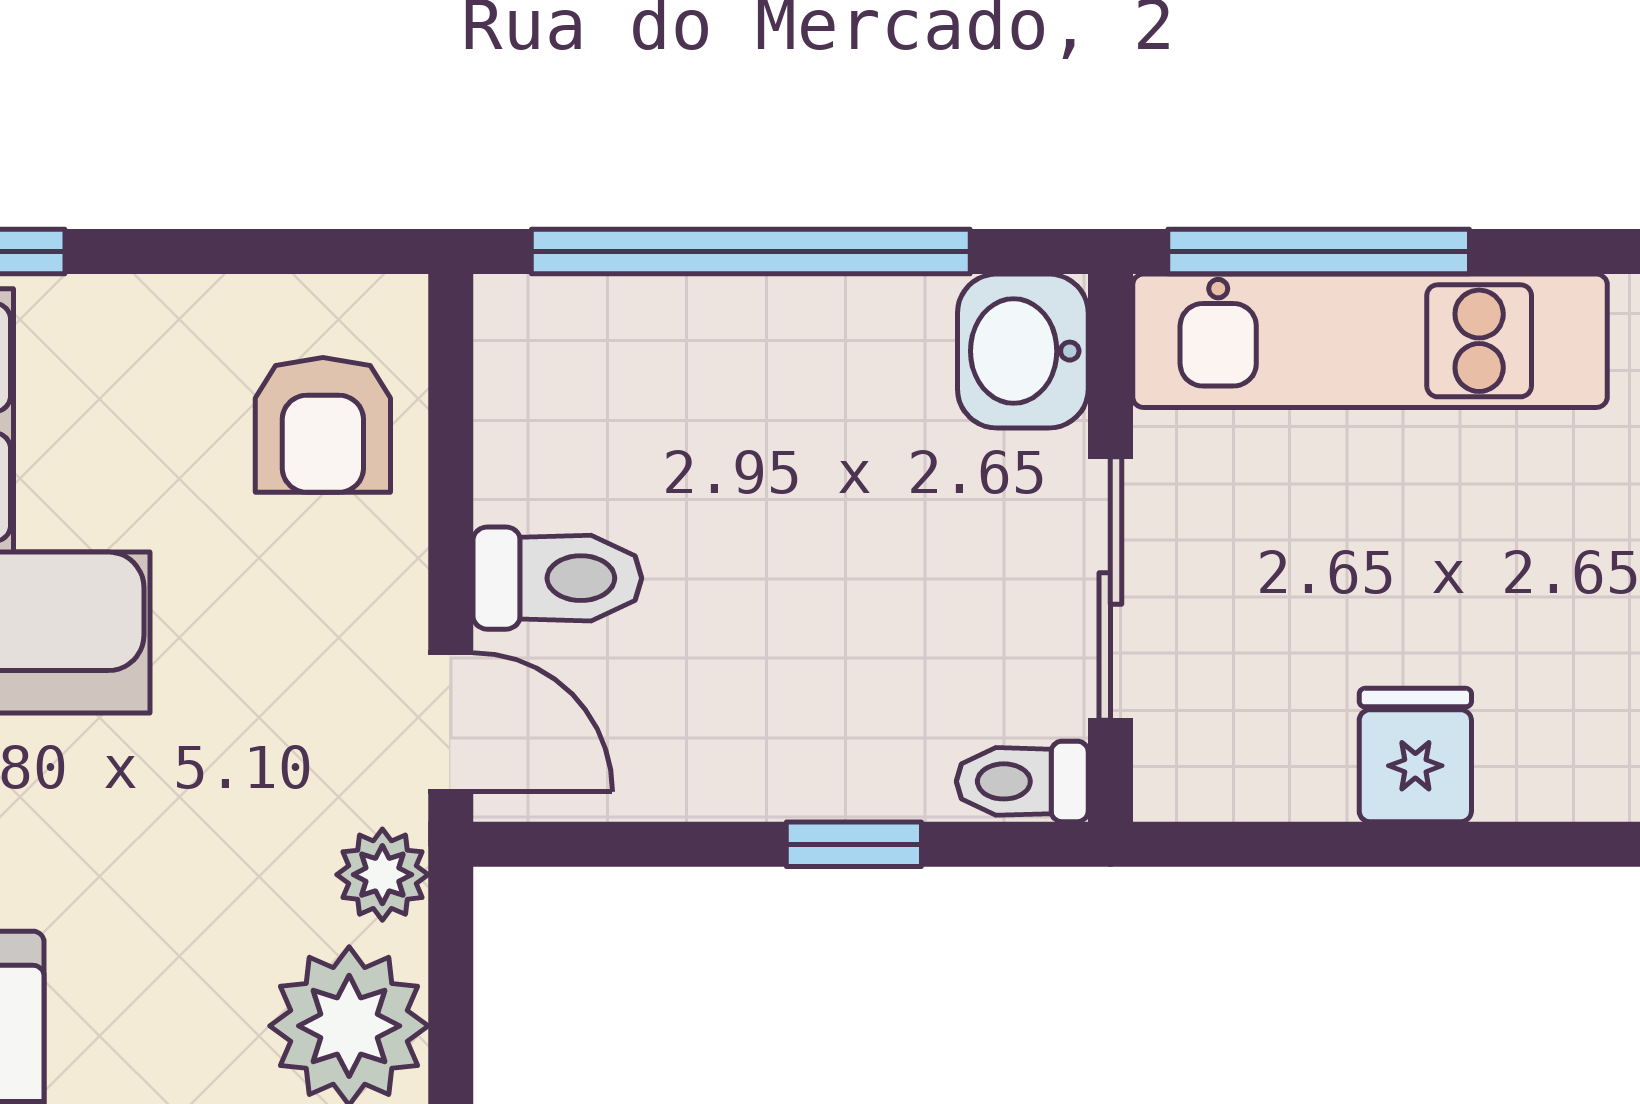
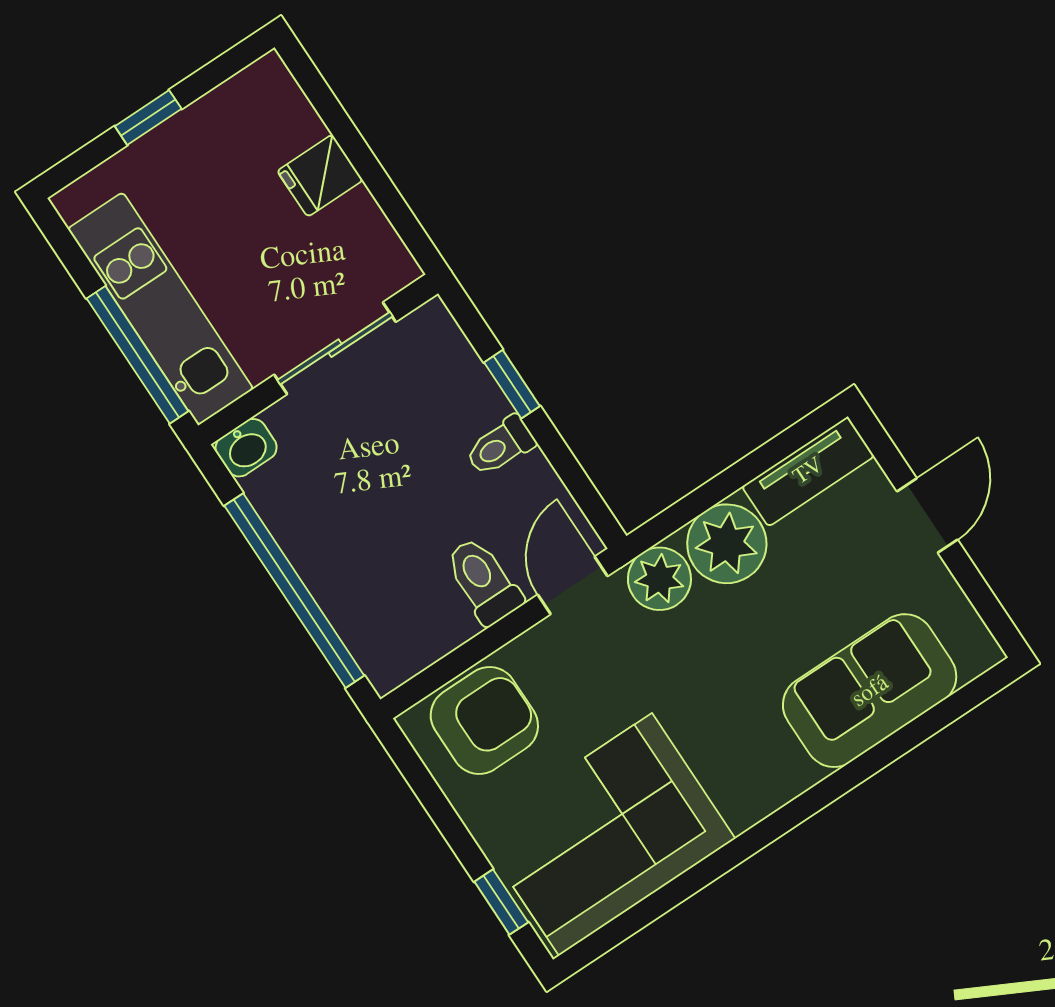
washbasin: (1023, 351) -> (246, 448), width x0.72, depth x0.69
armchair: (323, 425) -> (484, 720), width x1.38, depth x1.38
toilet: (1022, 781) -> (500, 446), moved, turned 90
plant: (382, 875) -> (659, 579), width x1.38, depth x1.38

